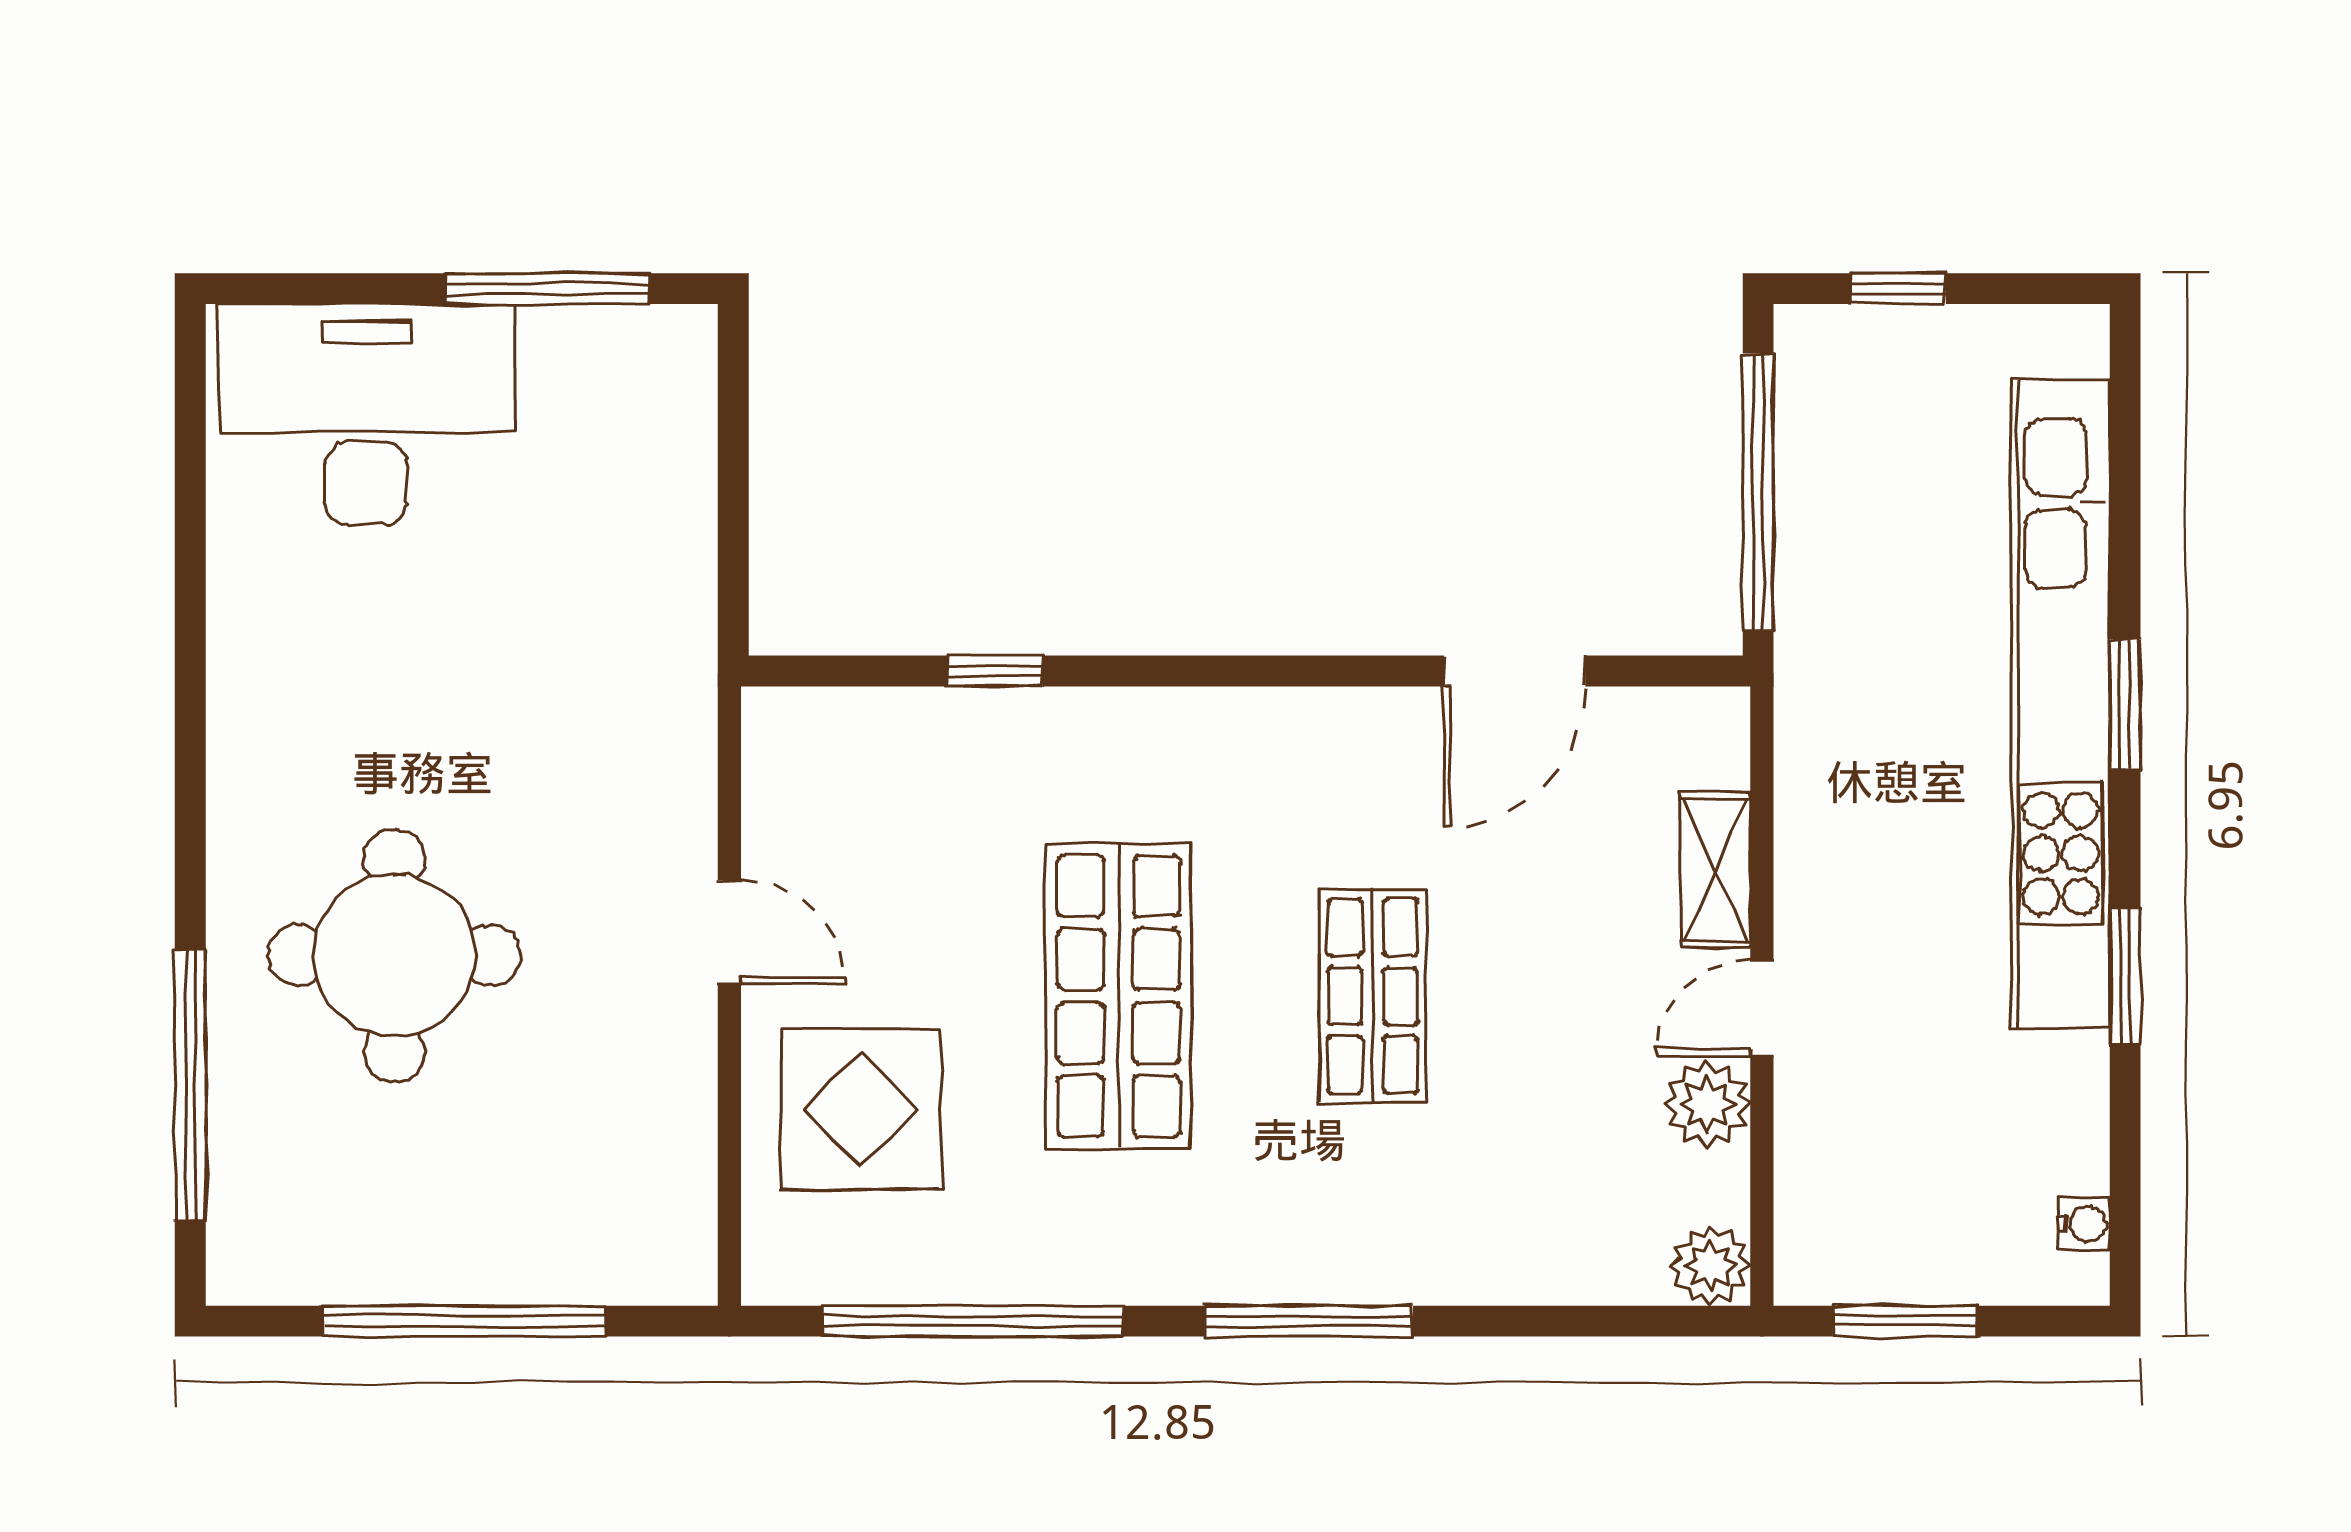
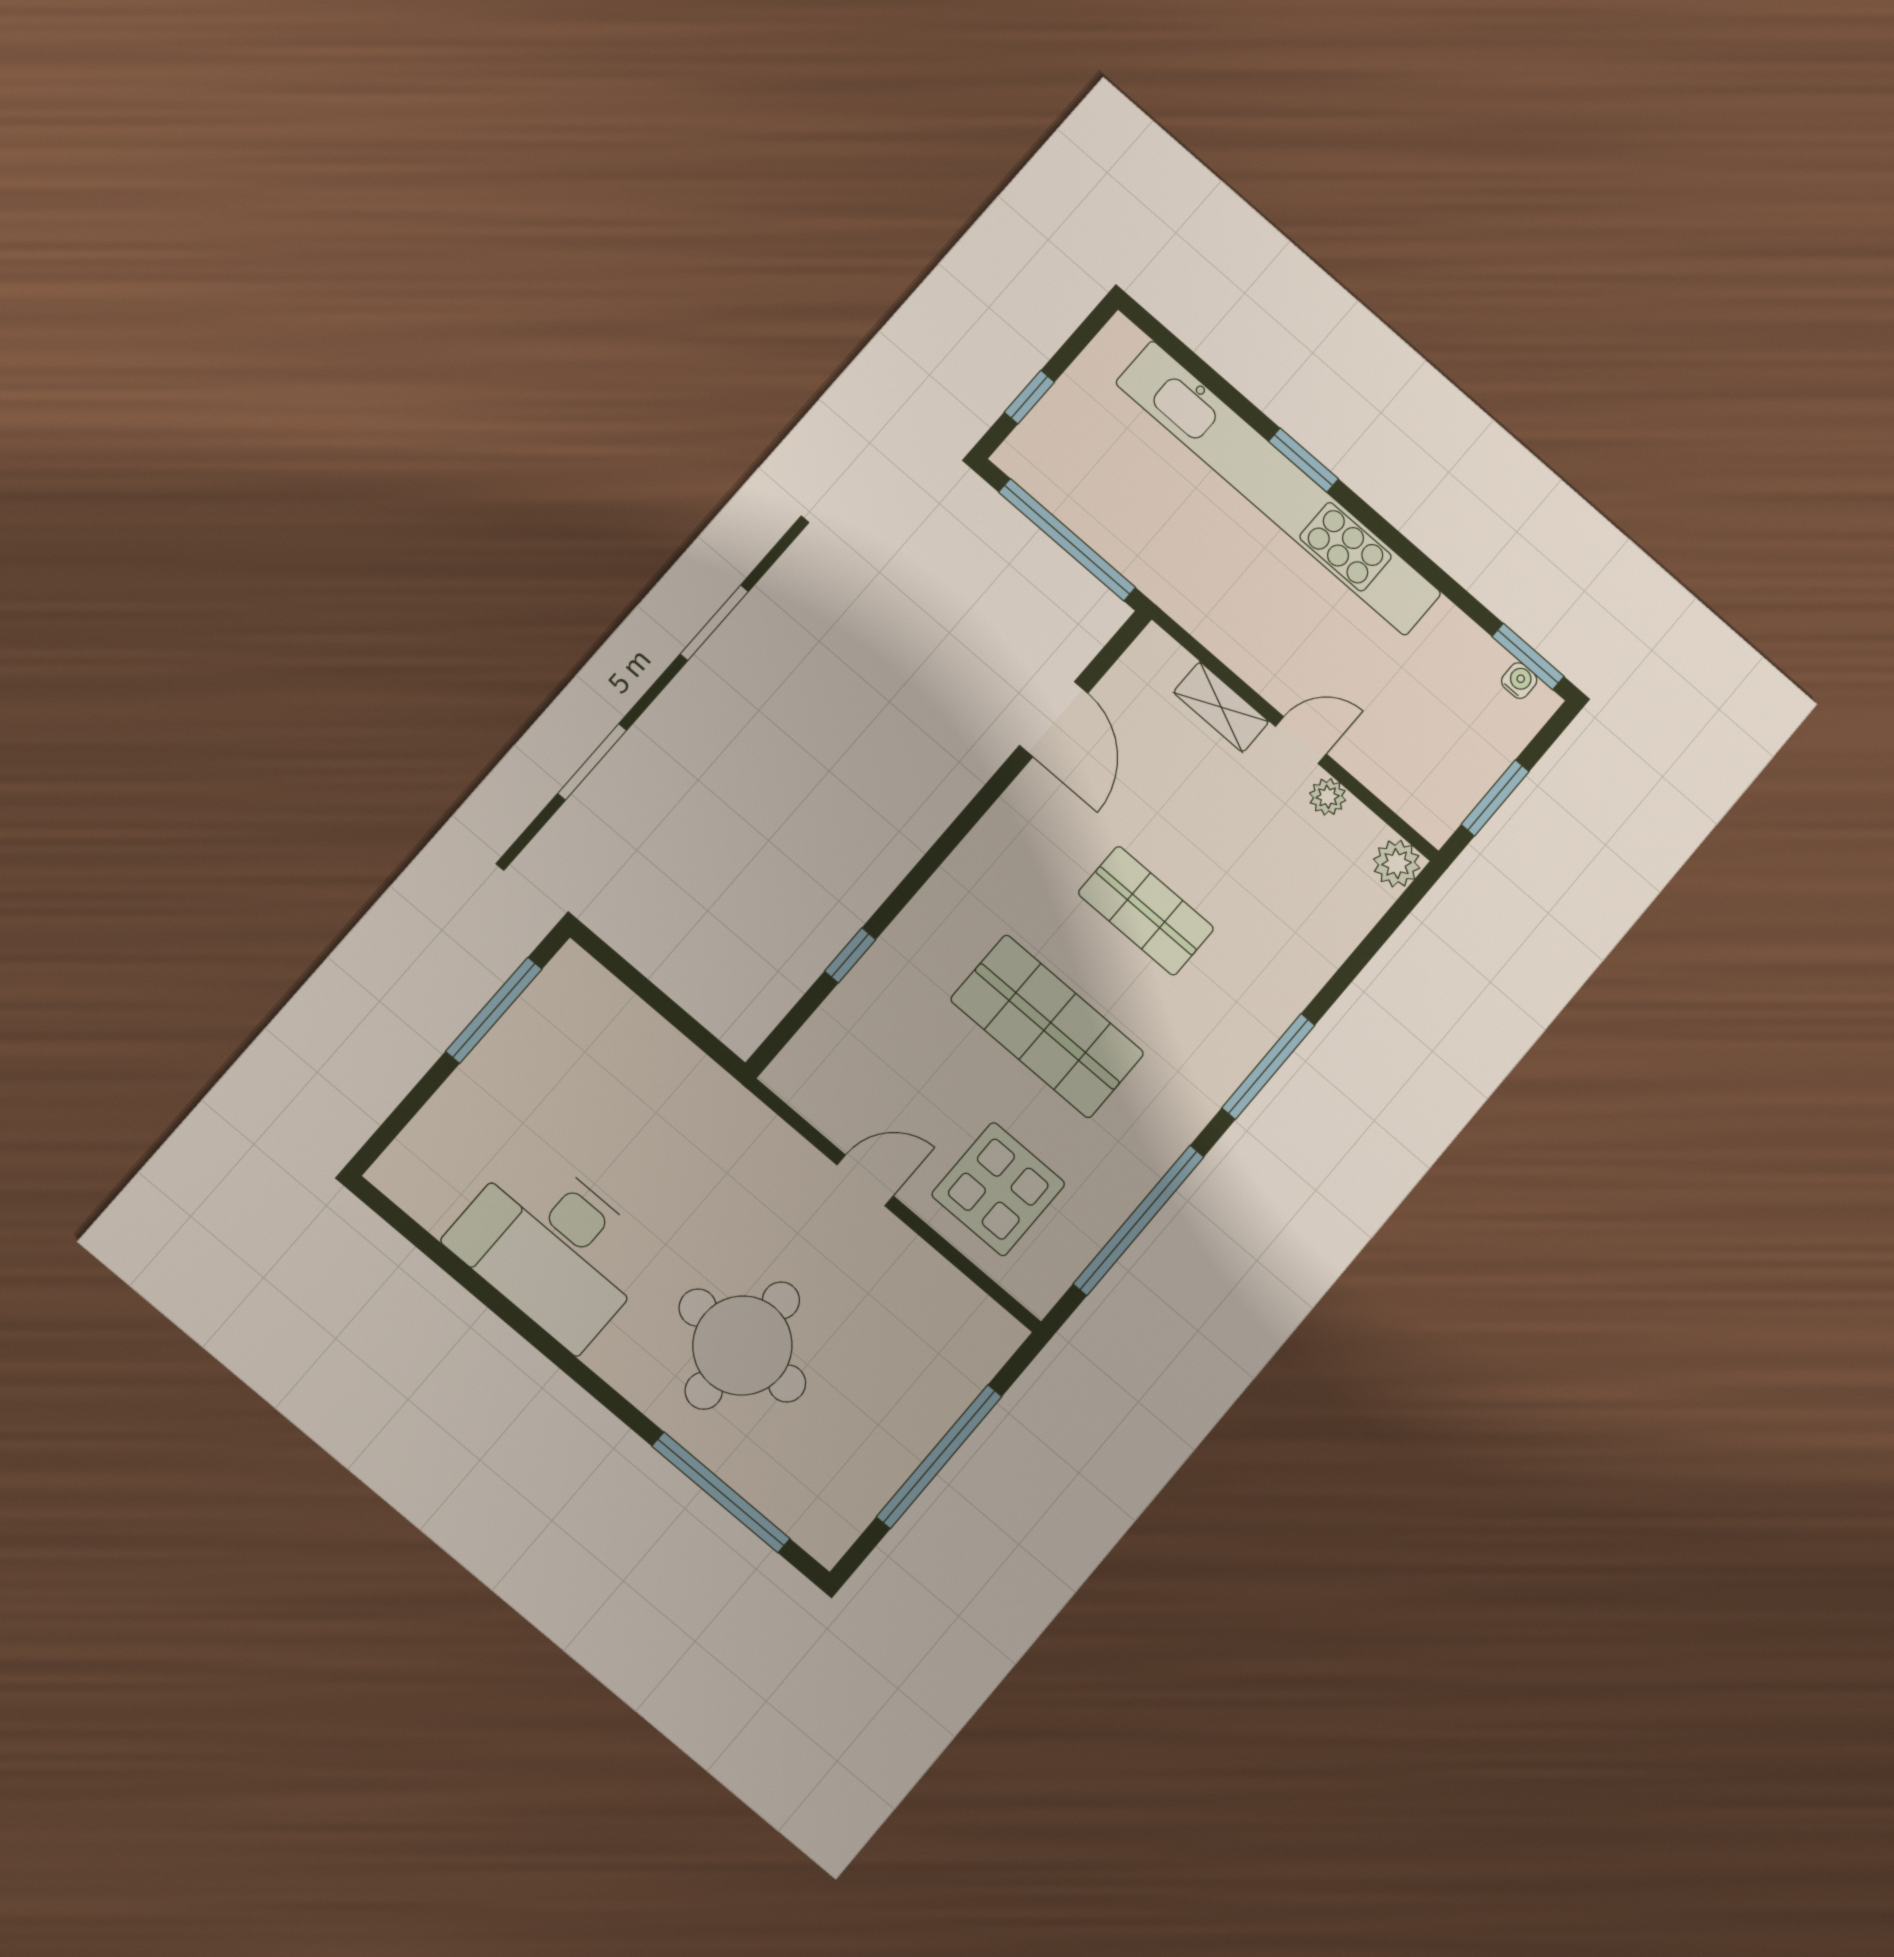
desk: (366, 415) -> (553, 1248), moved, turned -90
window: (2125, 976) -> (1528, 657), moved
door: (1762, 1008) -> (1301, 740), swing flipped
plant: (1707, 1104) -> (1328, 797), width x0.73, depth x0.73

